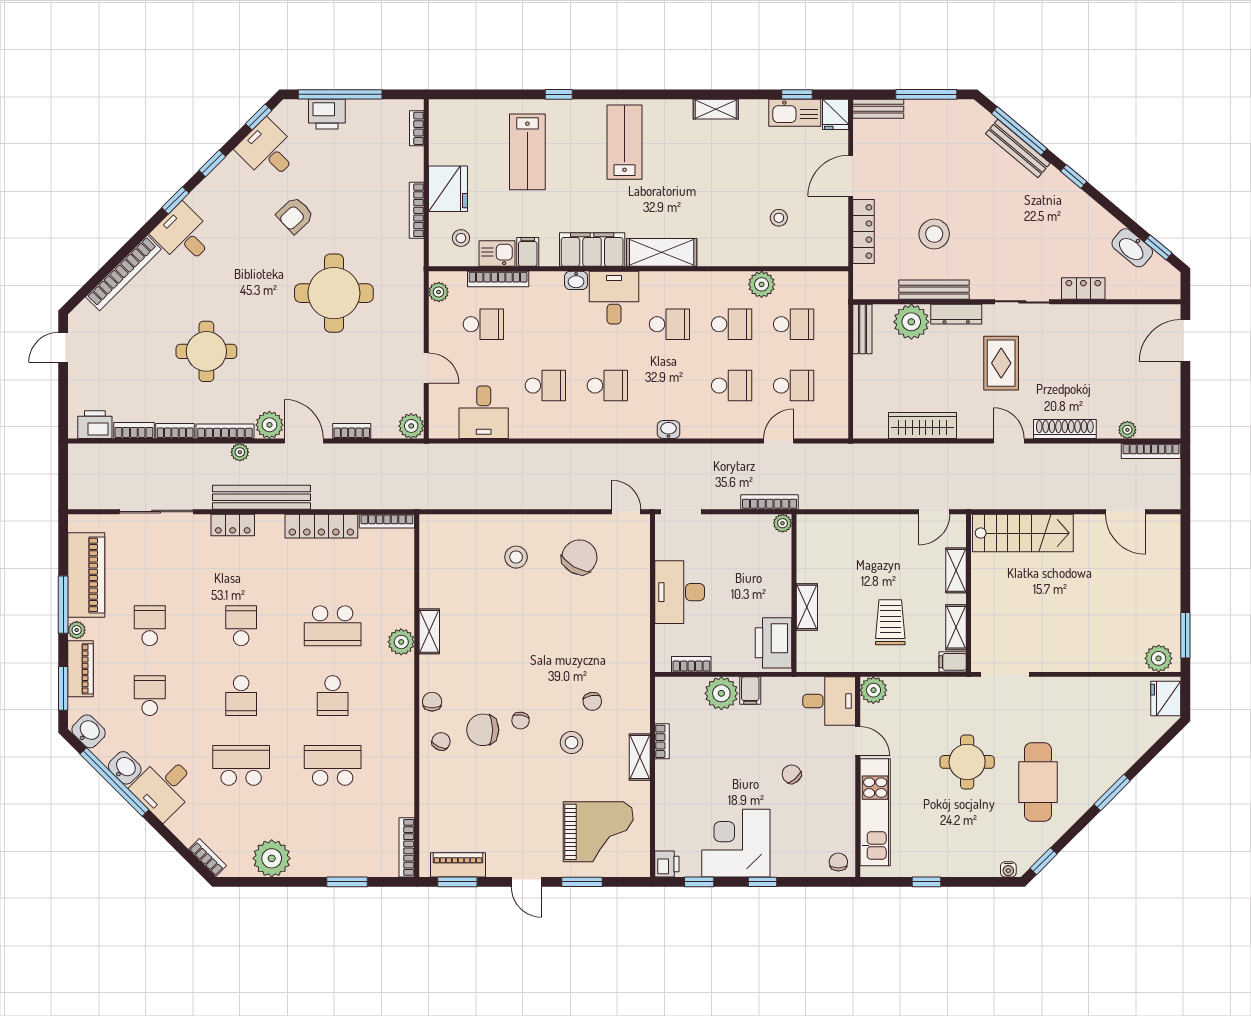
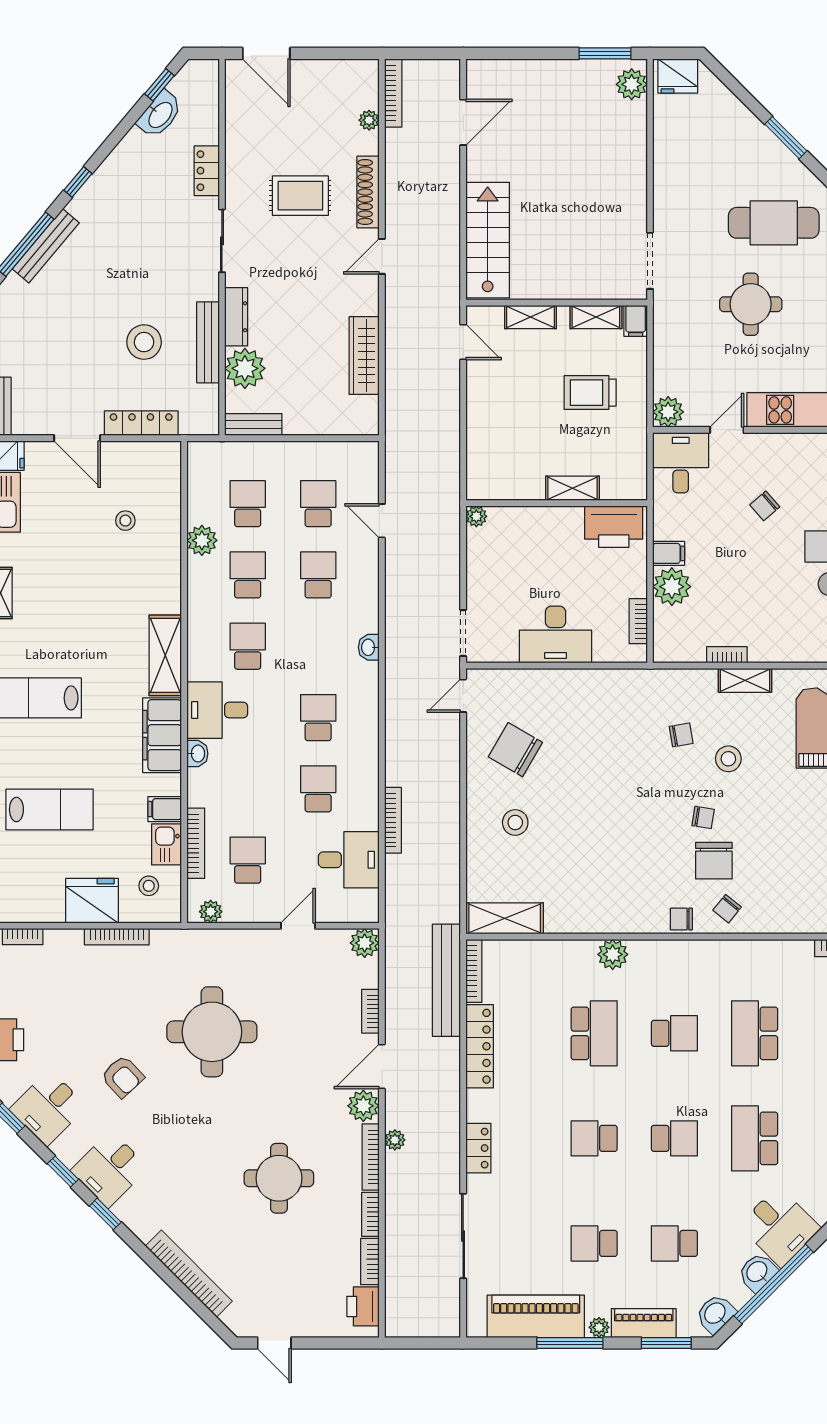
desk: (183, 235) -> (110, 1169), moved
rug: (1001, 363) -> (300, 196), moved
bench: (261, 497) -> (446, 980), moved
bookcase: (770, 502) -> (393, 820), moved, turned 180
shelving: (429, 631) -> (505, 918), moved, width x1.50, depth x1.33
chair: (441, 741) -> (727, 909), turned -76

